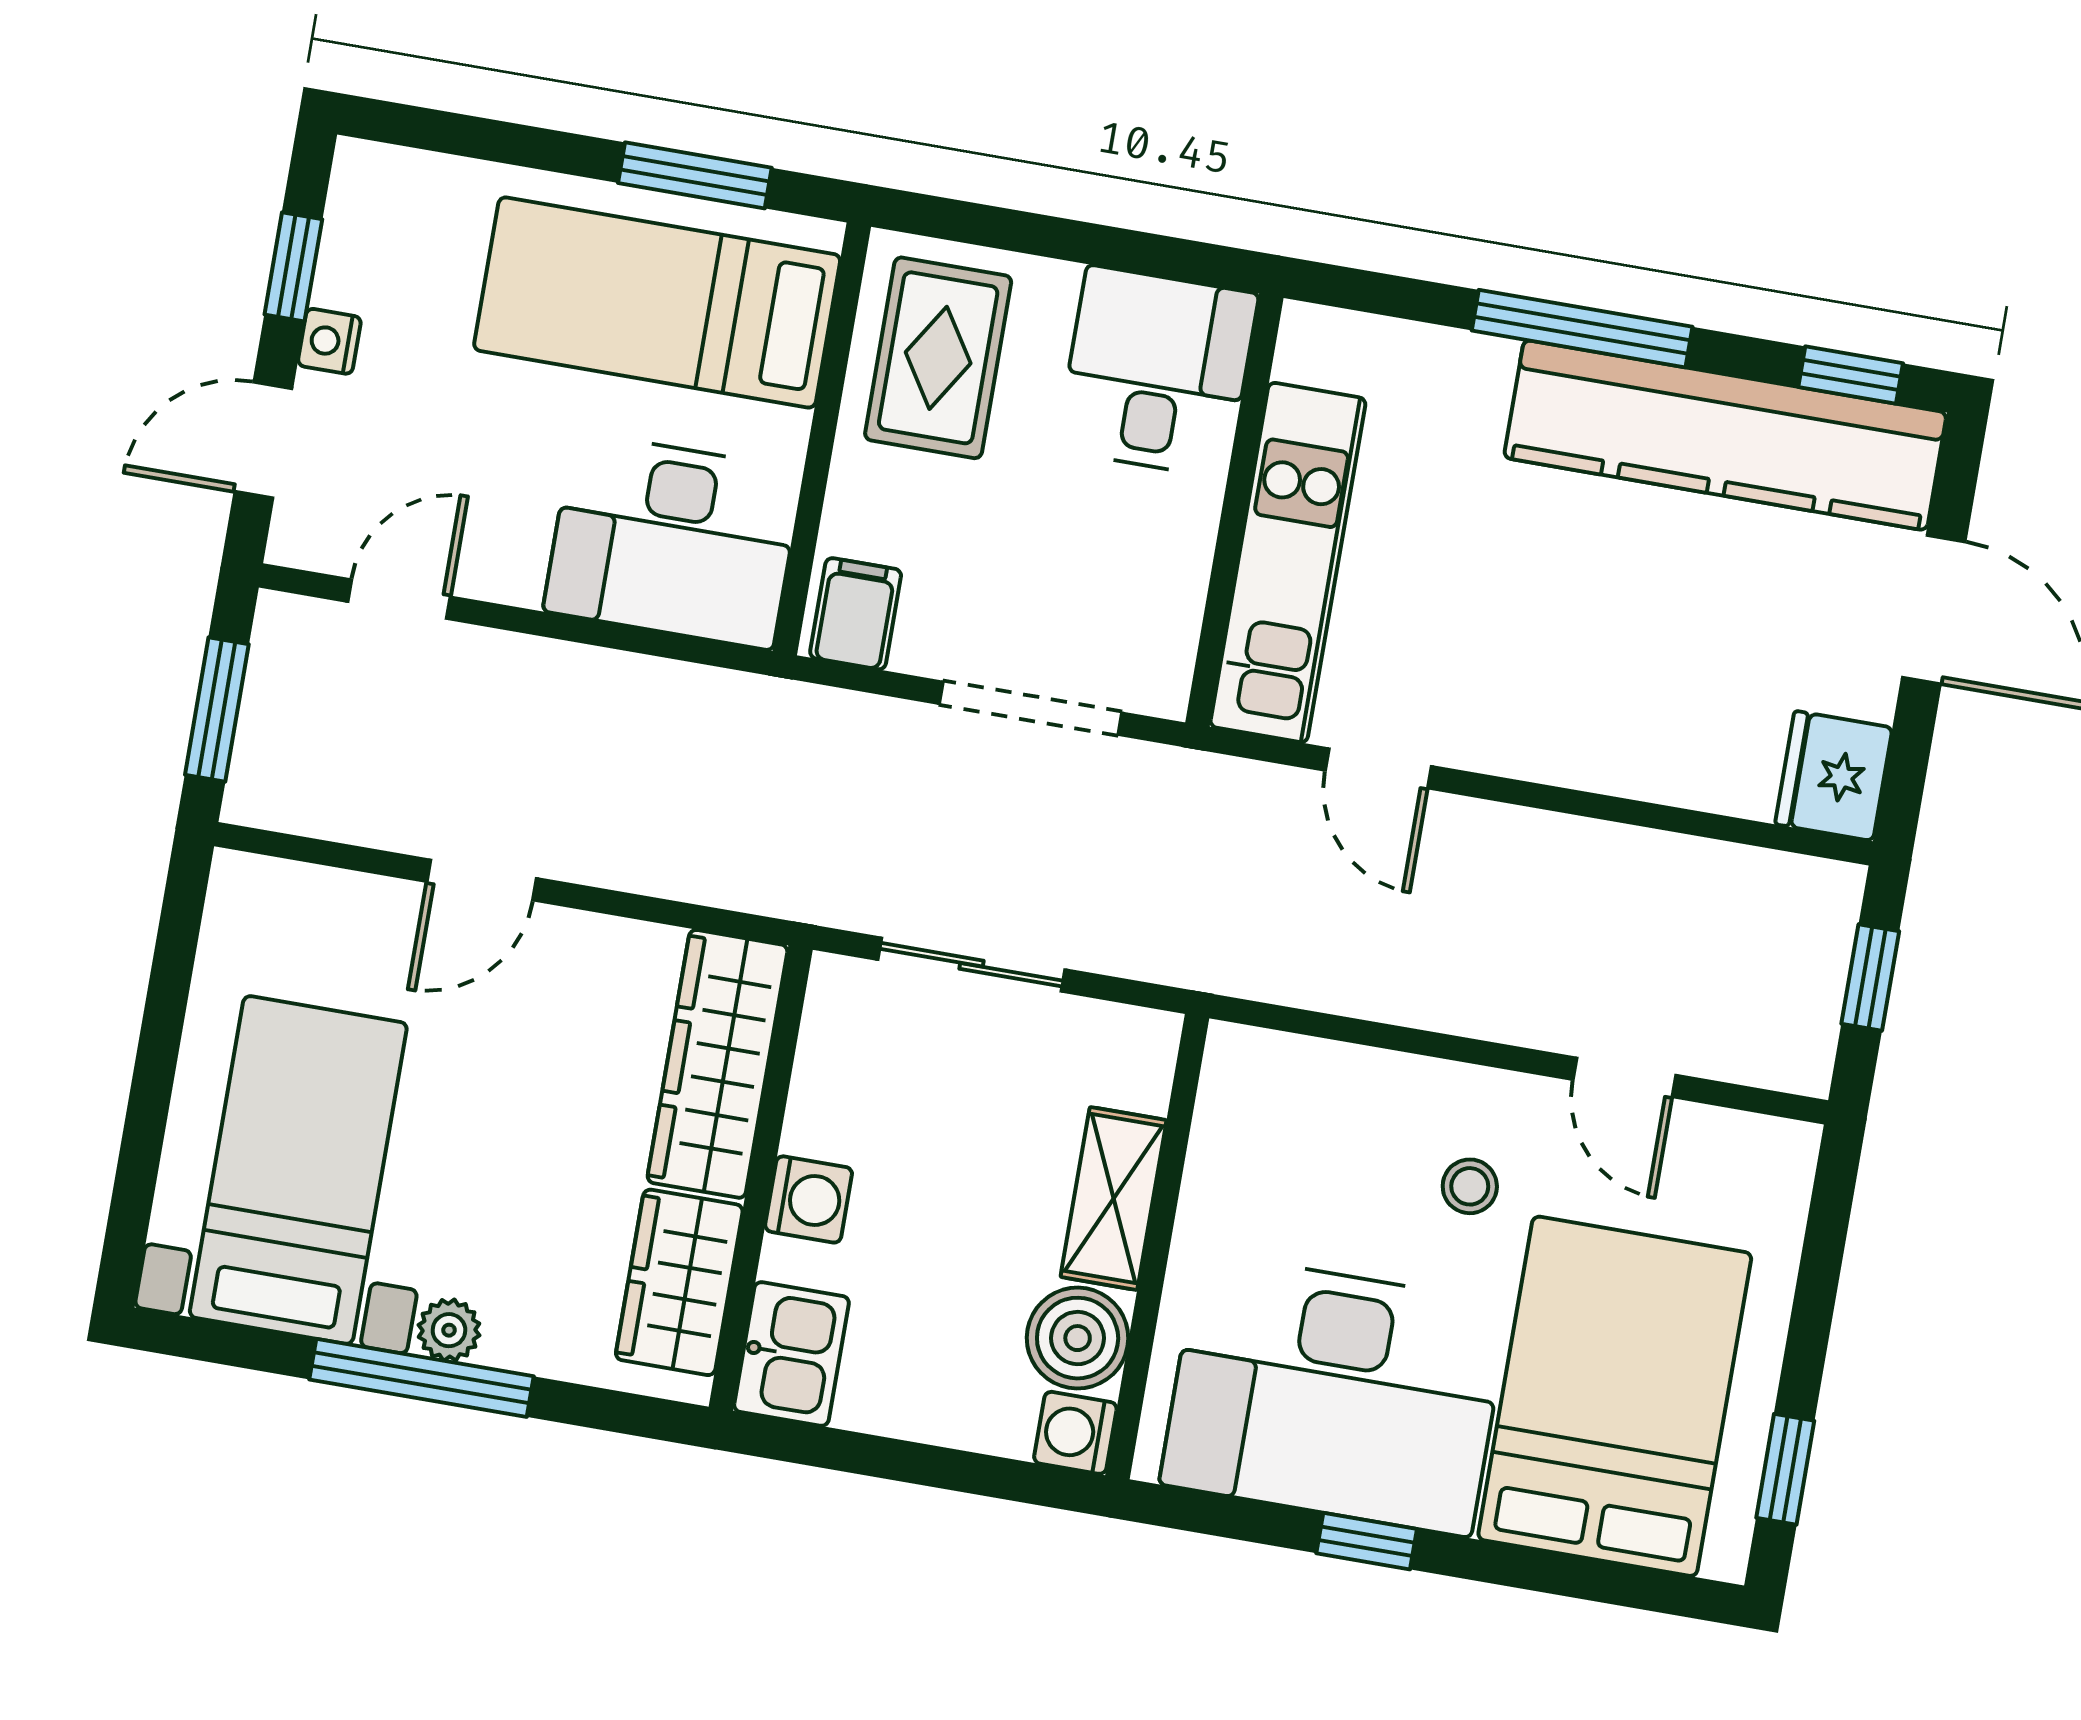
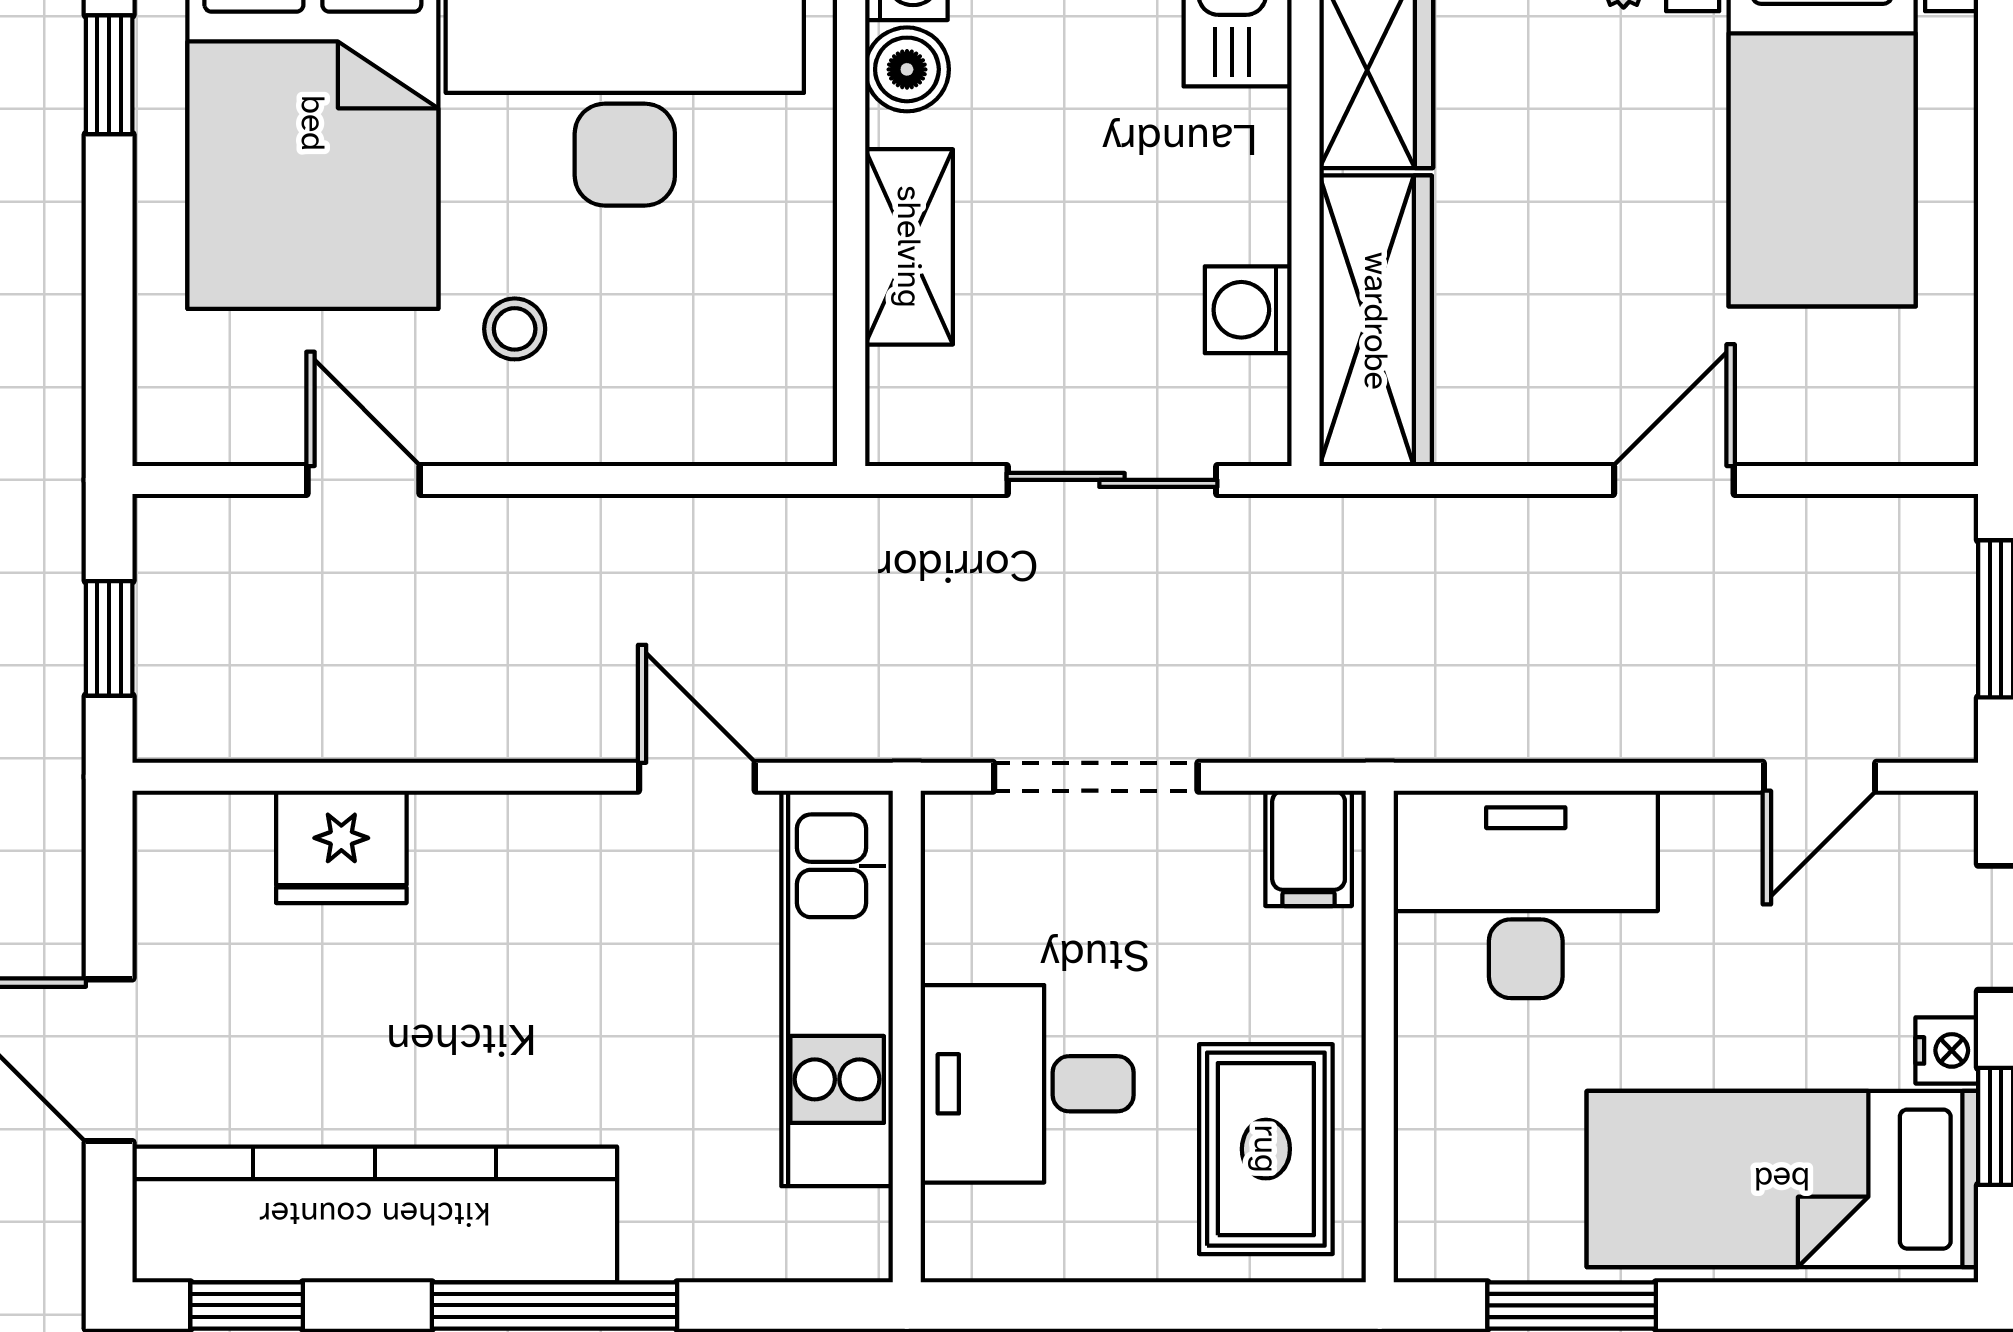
bed: (657, 303) -> (1782, 1179), moved, turned 180
desk: (1157, 372) -> (1027, 1084), moved, turned 90
fridge: (1834, 776) -> (341, 847), moved, turned 90
washing machine: (809, 1199) -> (1248, 310), moved
boiler: (1078, 1338) -> (907, 69), width x0.73, depth x0.73

